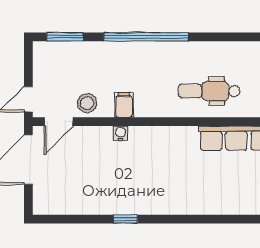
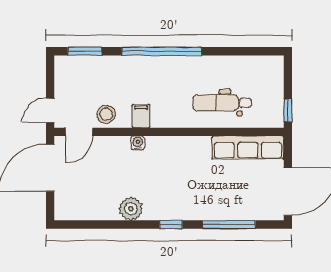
plant: (113, 202) -> (131, 209), added
window: (125, 219) -> (171, 224), moved
window: (216, 219) -> (229, 224), added

